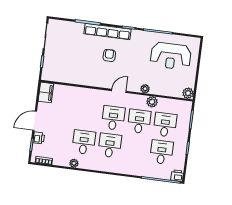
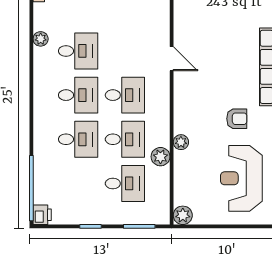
armchair: (109, 55) -> (237, 119), moved
door: (119, 91) -> (172, 59), moved
desk: (162, 152) -> (78, 139), moved

